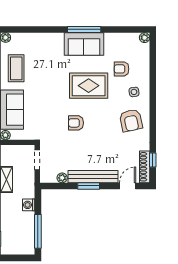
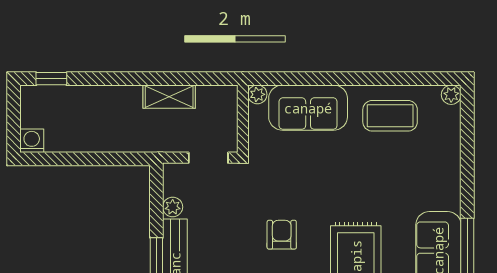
washing machine: (29, 205) -> (32, 141), moved
window: (38, 231) -> (66, 159), removed

